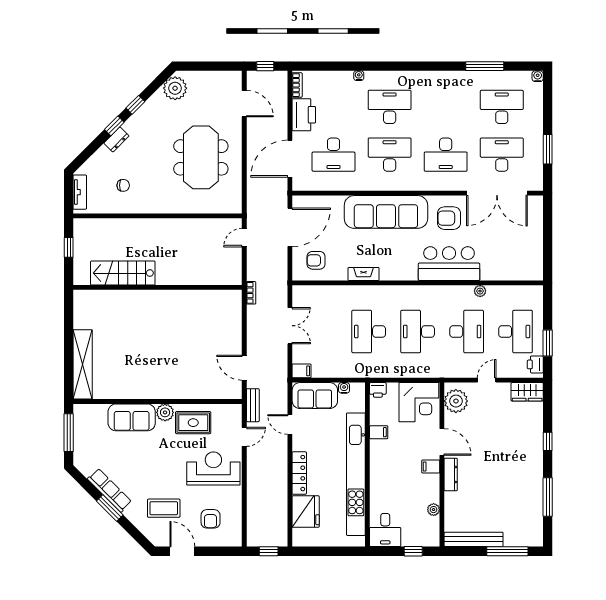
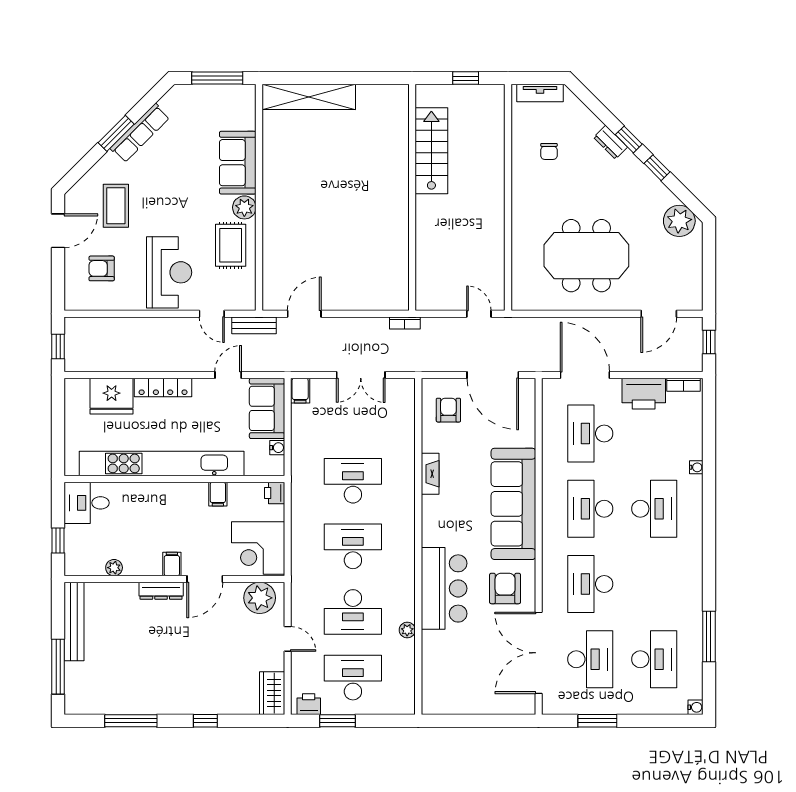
desk: (390, 155) -> (590, 509), turned 180
desk: (515, 332) -> (353, 678), turned 180

